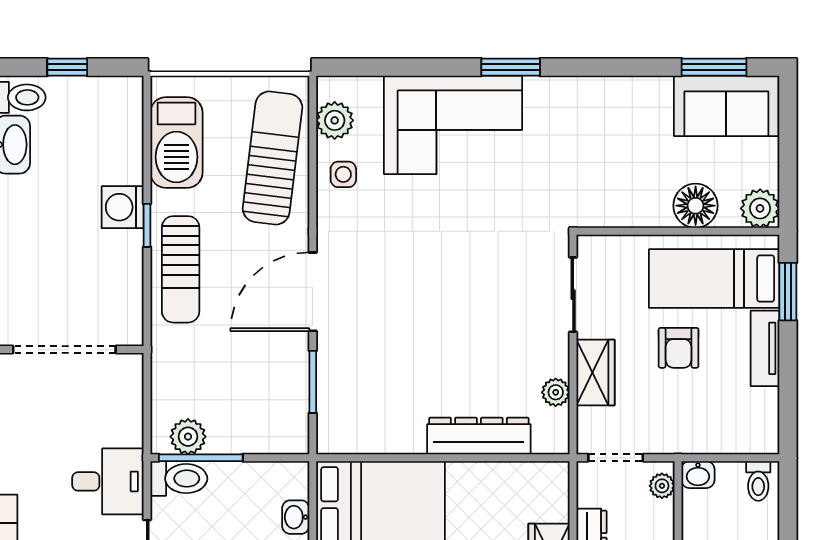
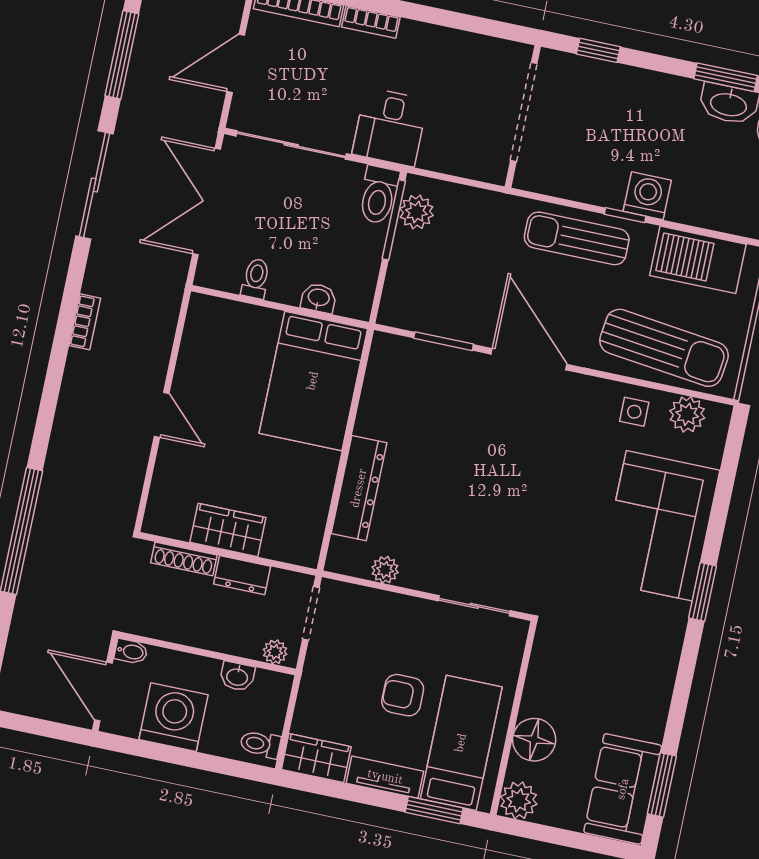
wardrobe: (596, 372) -> (316, 758), moved, turned 180
washbasin: (698, 475) -> (237, 676), moved, turned -90

